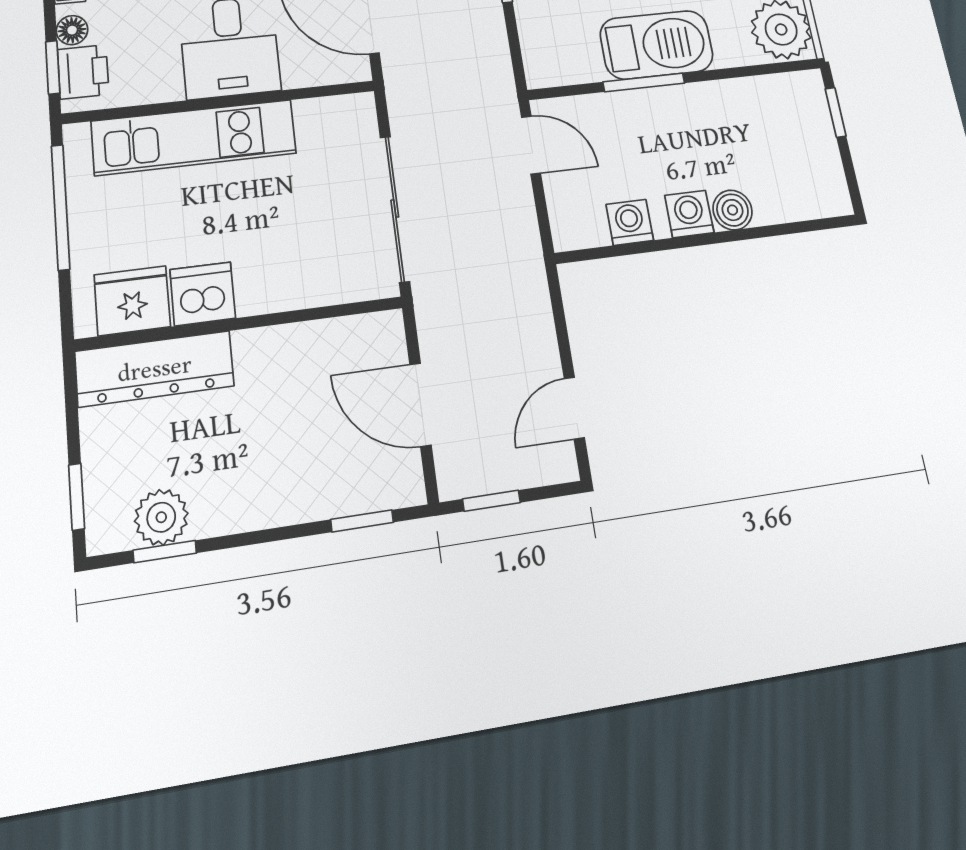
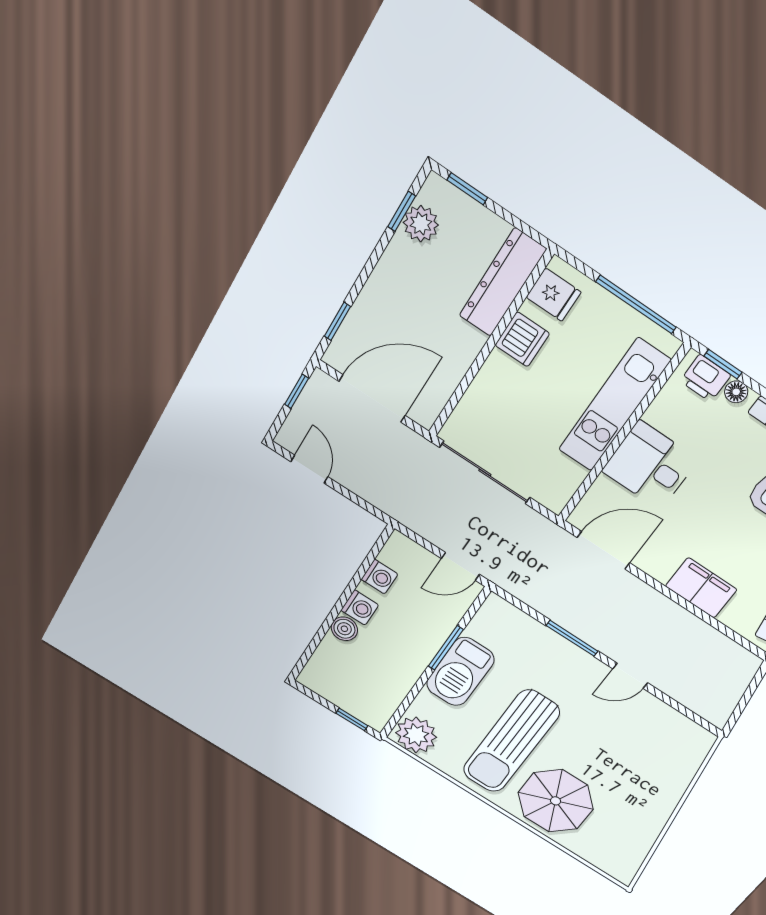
fridge: (132, 301) -> (554, 295), width x0.72
door: (421, 405) -> (372, 398), width x1.36

